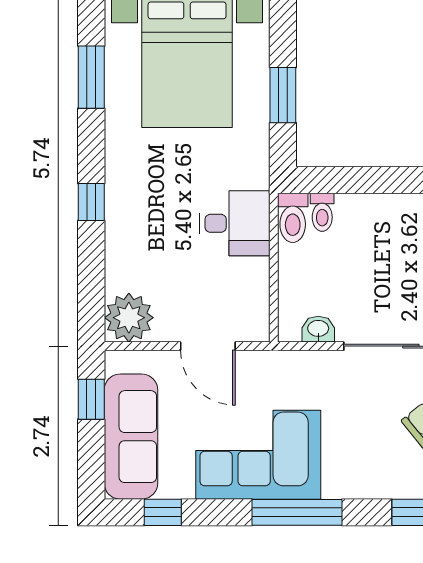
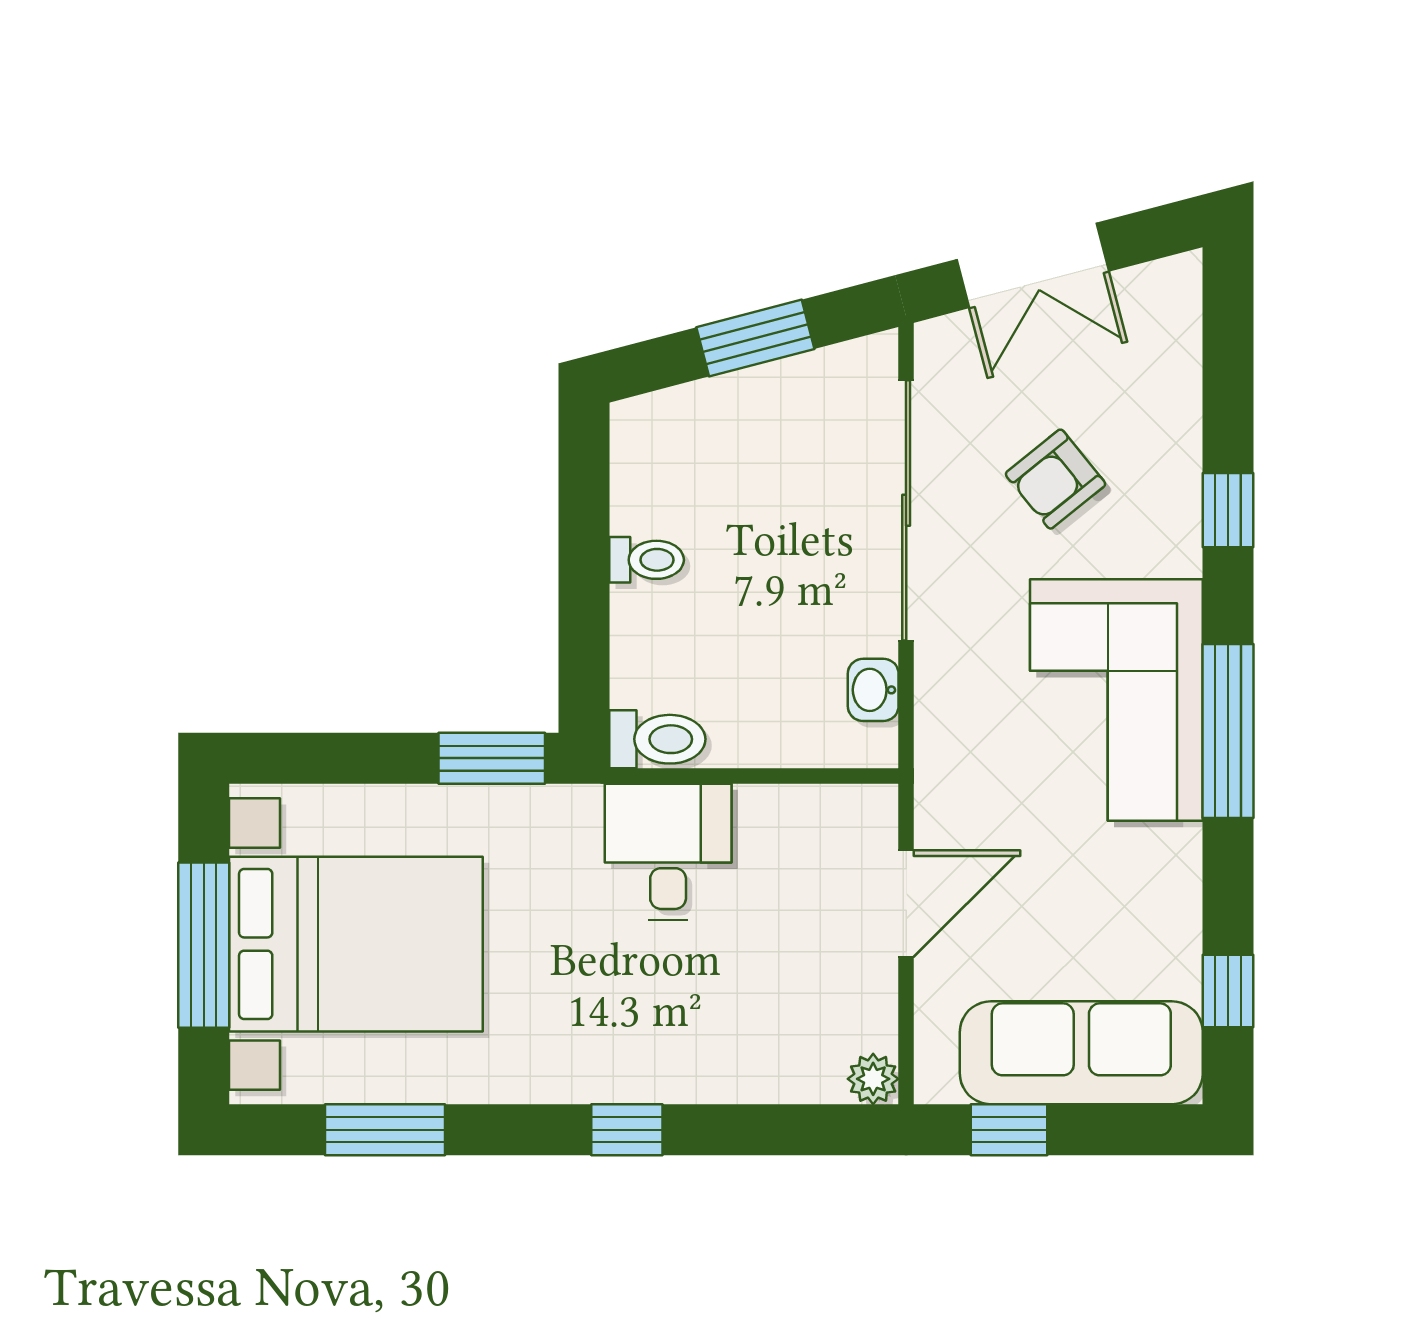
window: (283, 95) -> (492, 758), moved
toilet: (322, 212) -> (647, 560), moved
plant: (129, 318) -> (873, 1079), width x0.53, depth x0.53
corner sofa: (258, 455) -> (1116, 700), moved

